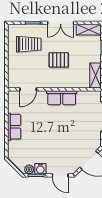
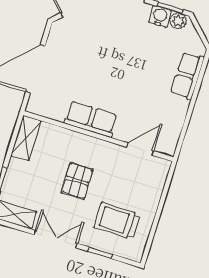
pallet: (59, 60) -> (77, 181), turned 90
row of seats: (14, 127) -> (187, 76), moved

